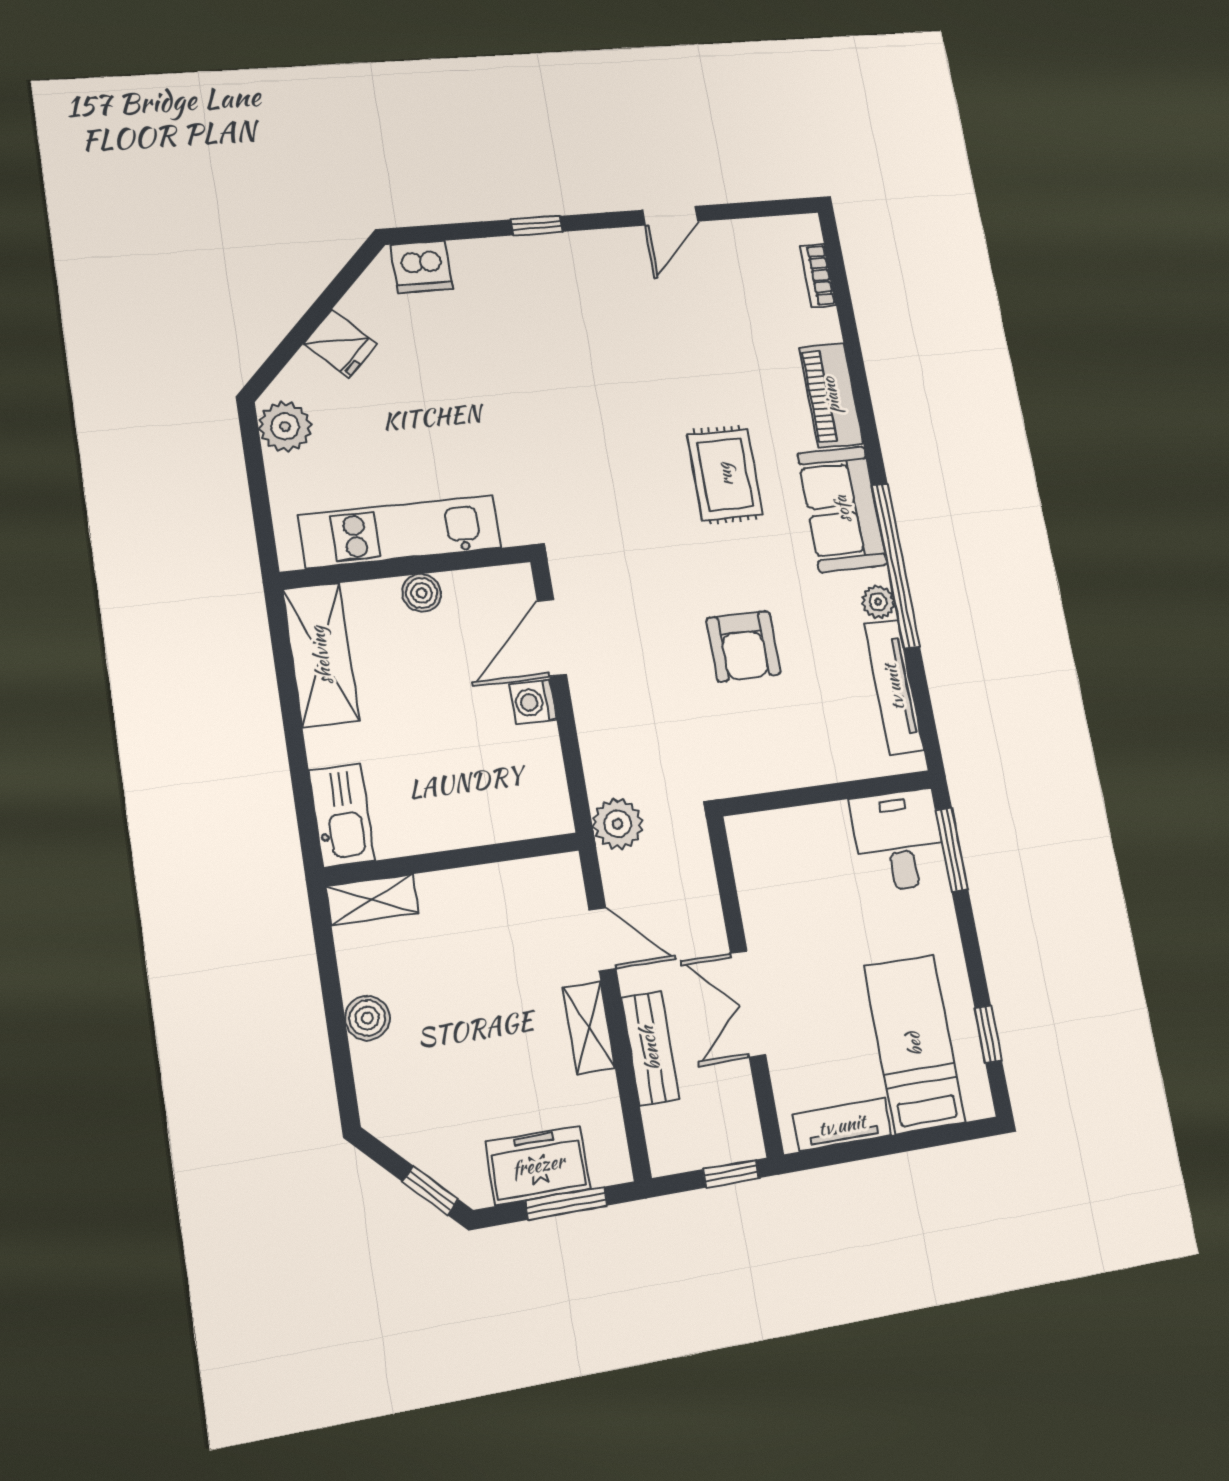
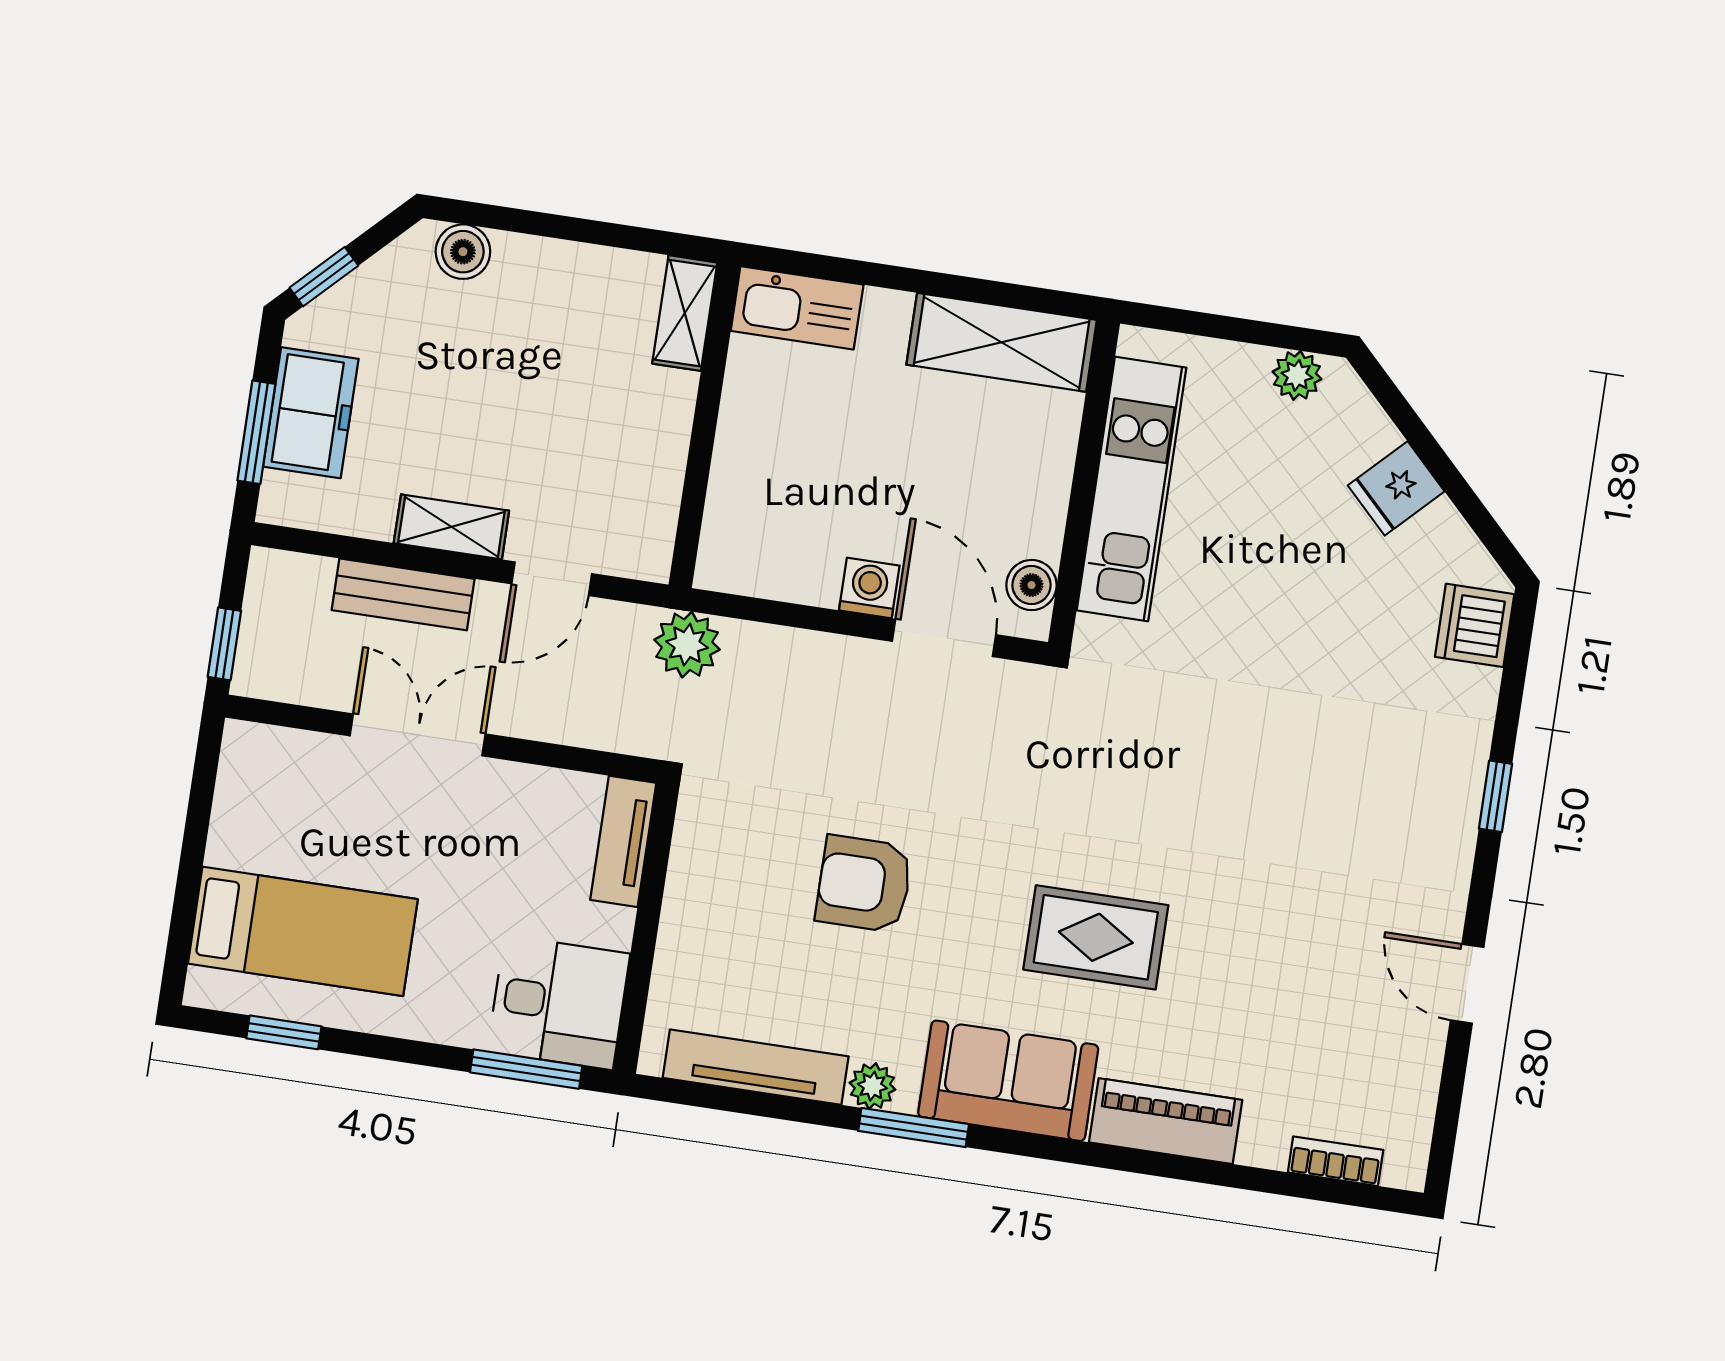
plant: (285, 426) -> (1297, 375), width x0.73, depth x0.73
window: (896, 566) -> (914, 1128), width x0.47
boiler: (422, 593) -> (1031, 585), moved
boiler: (367, 1018) -> (463, 252), moved
tv unit: (842, 1125) -> (623, 841), moved, turned 180

